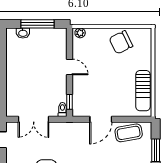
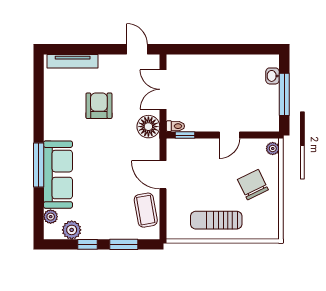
chair: (121, 42) -> (253, 185), moved
sun lounger: (143, 91) -> (216, 220), moved
floor lamp: (63, 131) -> (148, 127), added

